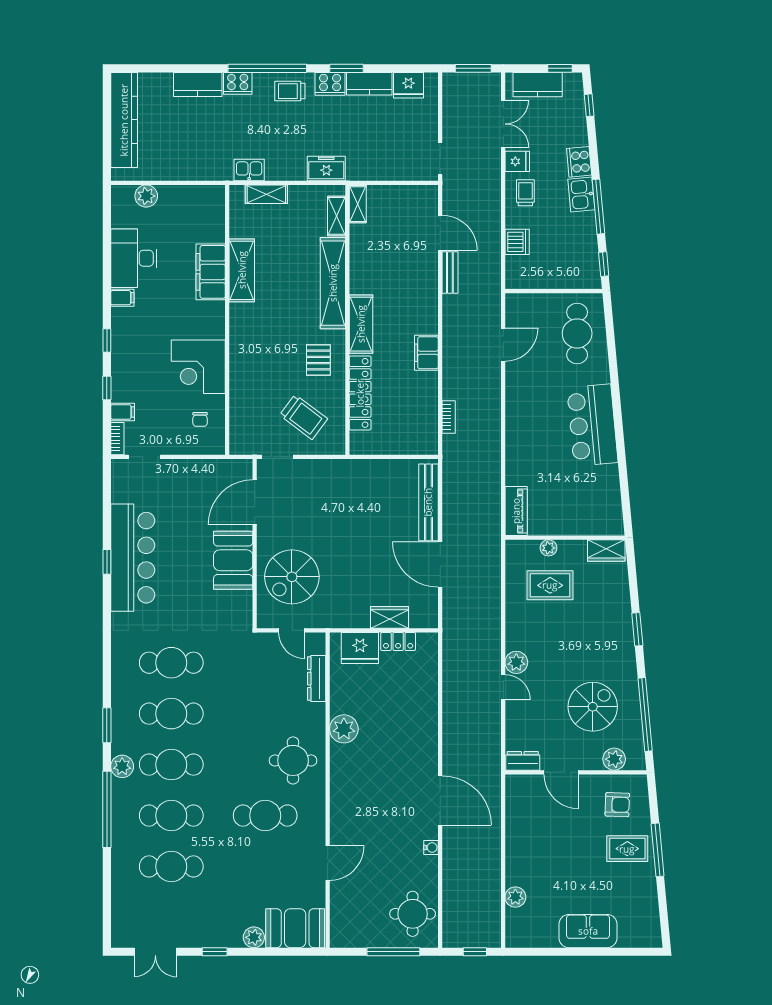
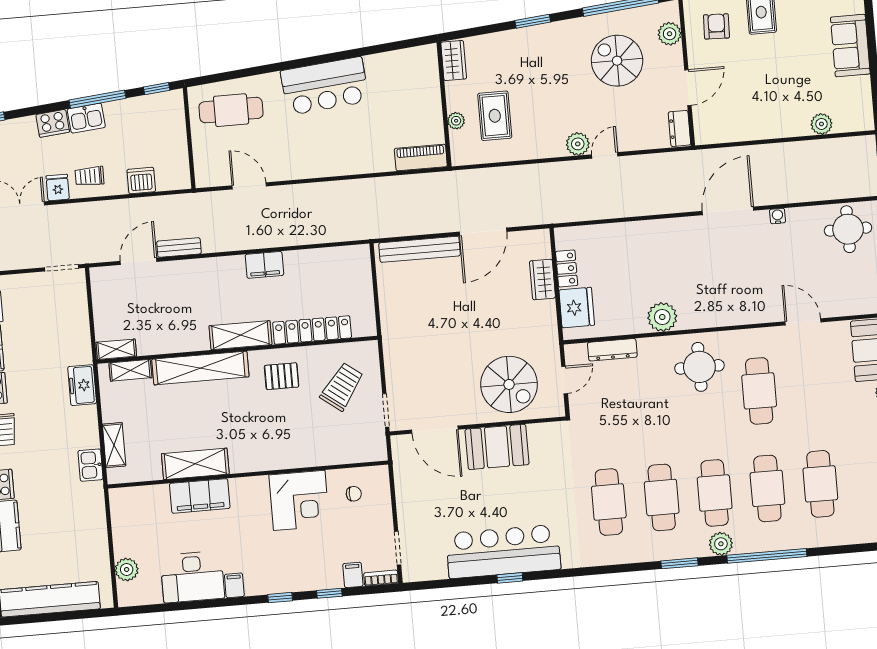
bookcase: (449, 417) -> (329, 236), removed

